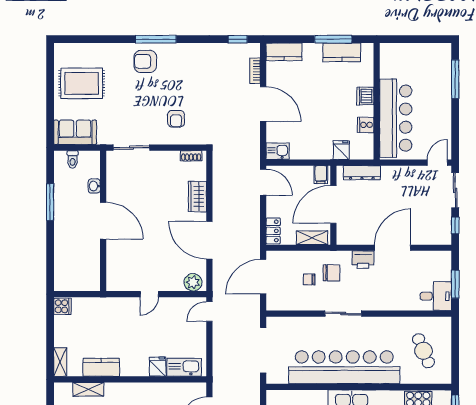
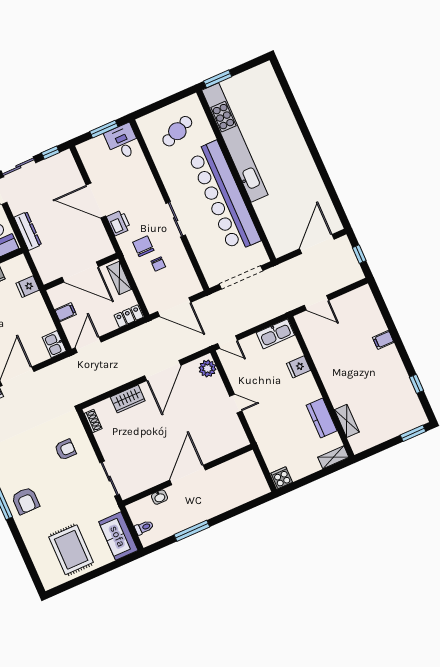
dresser: (362, 173) -> (28, 231), moved
filing cabinet: (321, 175) -> (66, 312), moved
kitchen sink: (184, 367) -> (275, 334), moved, turned -90

